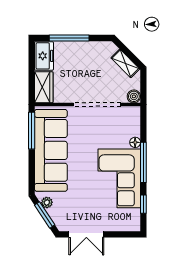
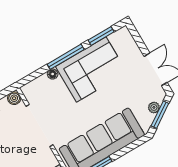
plant: (47, 202) -> (154, 107), moved
window: (143, 204) -> (101, 36), width x1.50

